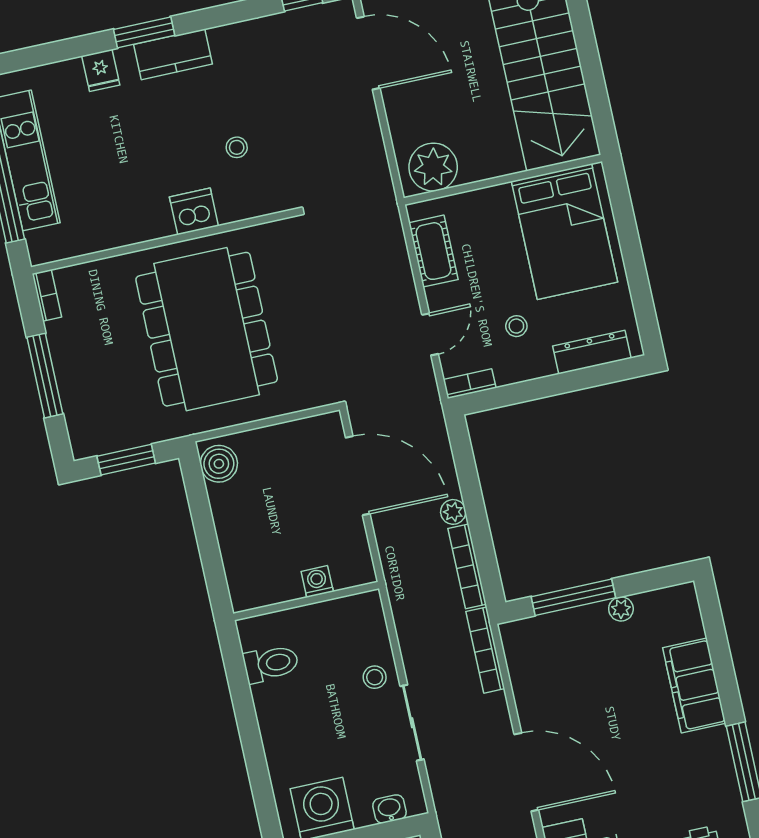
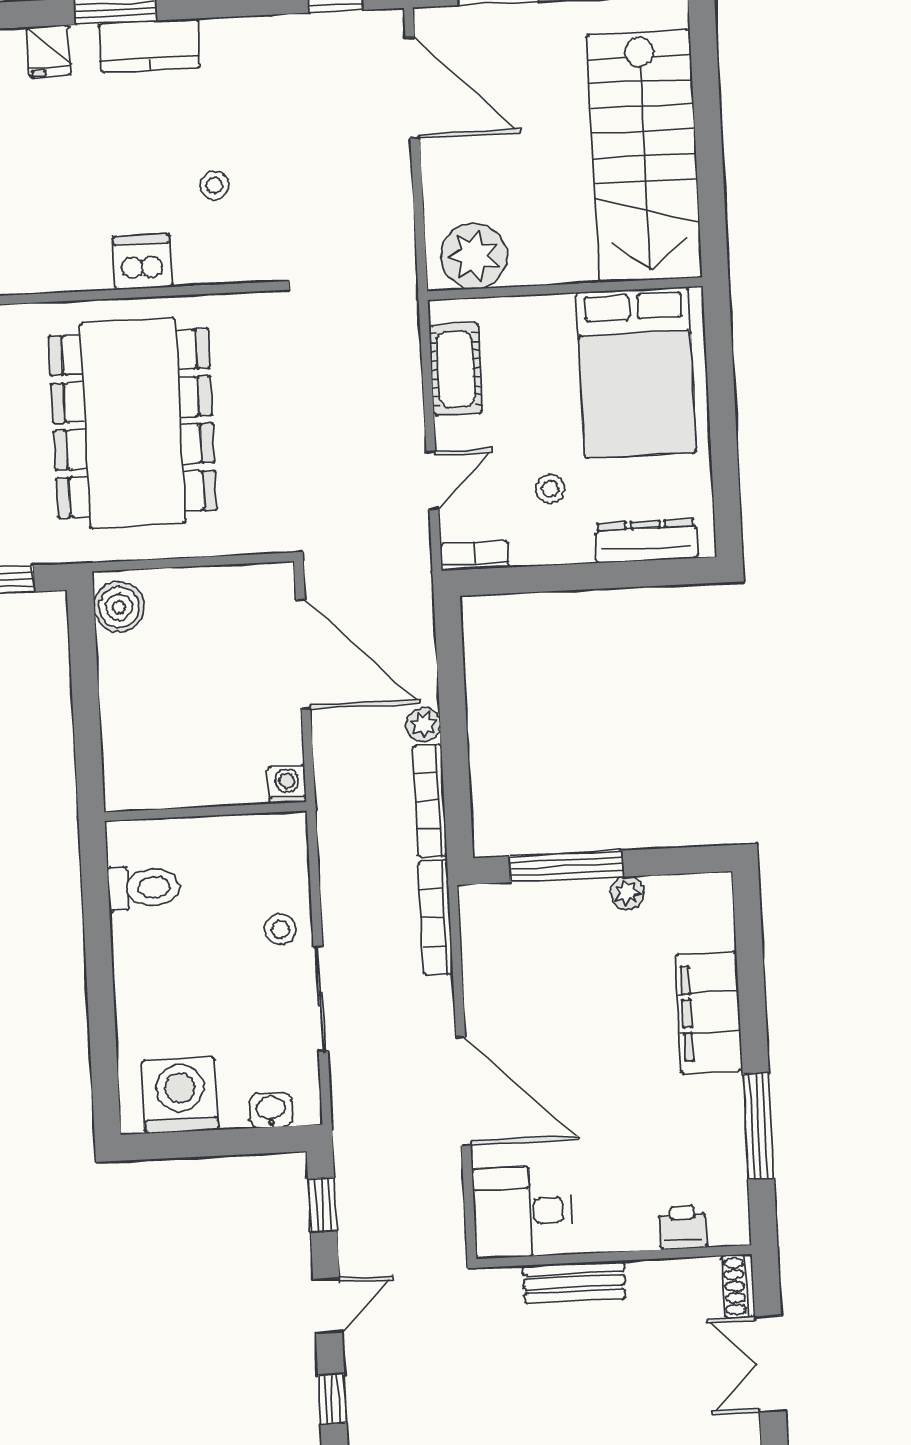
washing machine: (317, 582) -> (287, 785), moved

